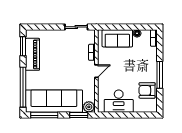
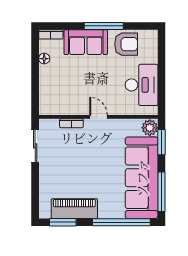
sofa: (117, 38) -> (86, 42), moved, turned 90
armchair: (147, 90) -> (126, 44), turned -90

